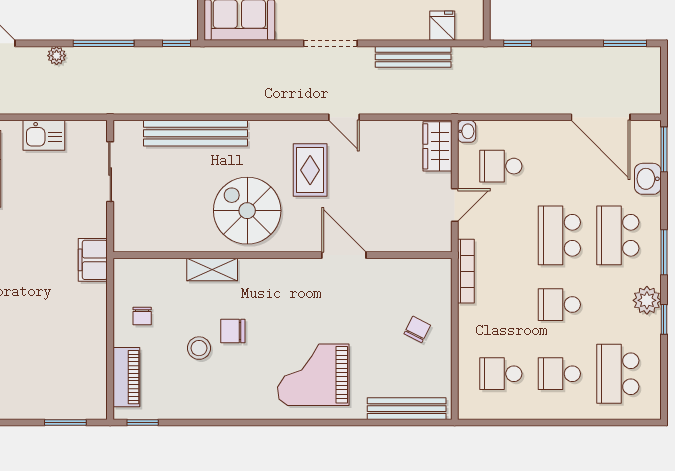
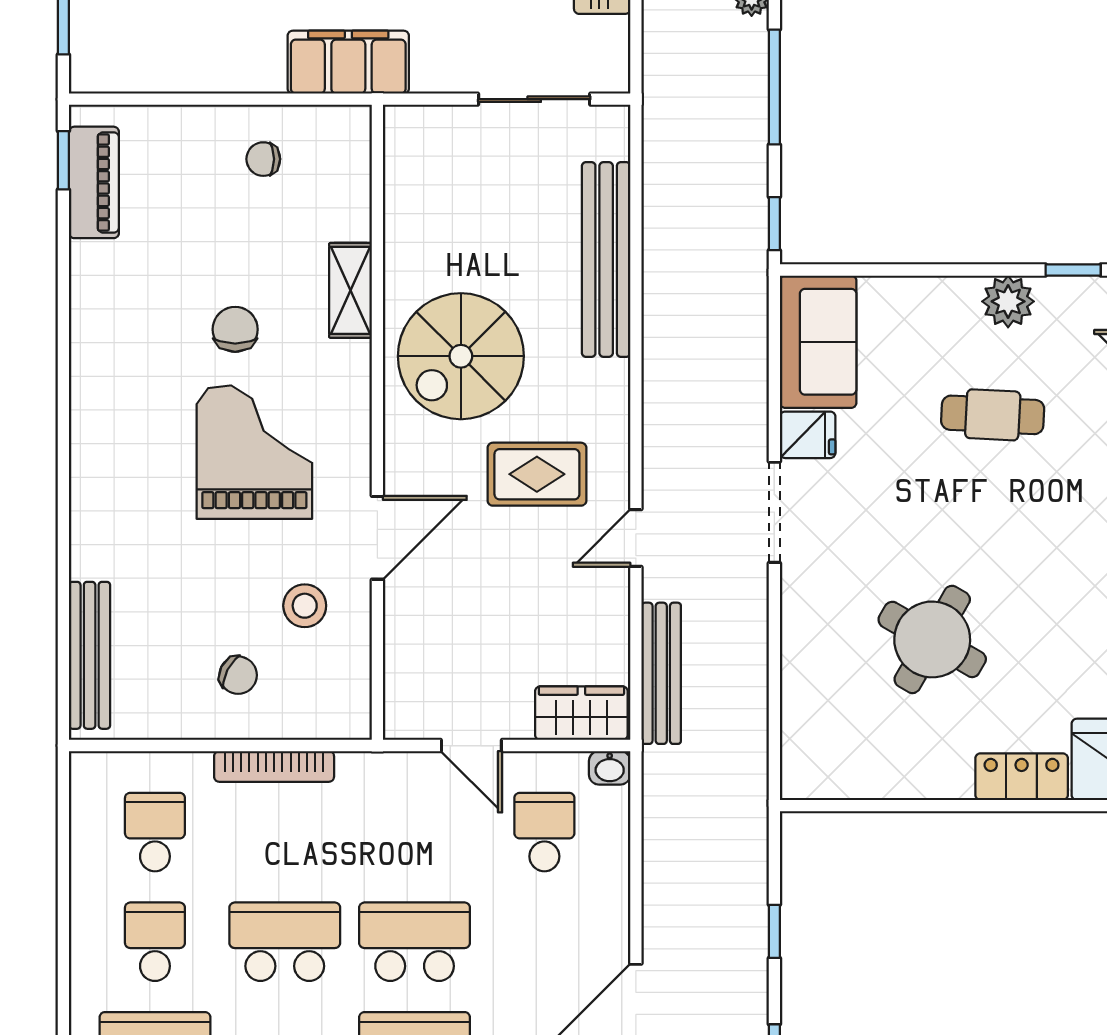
fridge: (442, 26) -> (808, 435), moved
window: (518, 43) -> (774, 931), moved
bench: (413, 57) -> (661, 673), moved
spiral stairs: (247, 211) -> (461, 356), turned 180
filing cabinet: (93, 260) -> (348, 62), width x1.50, depth x1.17
bookcase: (466, 271) -> (274, 766), moved
school desk: (559, 305) -> (285, 942), width x1.85
stool: (199, 348) -> (305, 606), moved
grand piano: (313, 375) -> (254, 452), moved
piano: (126, 377) -> (94, 182), moved, turned -90

